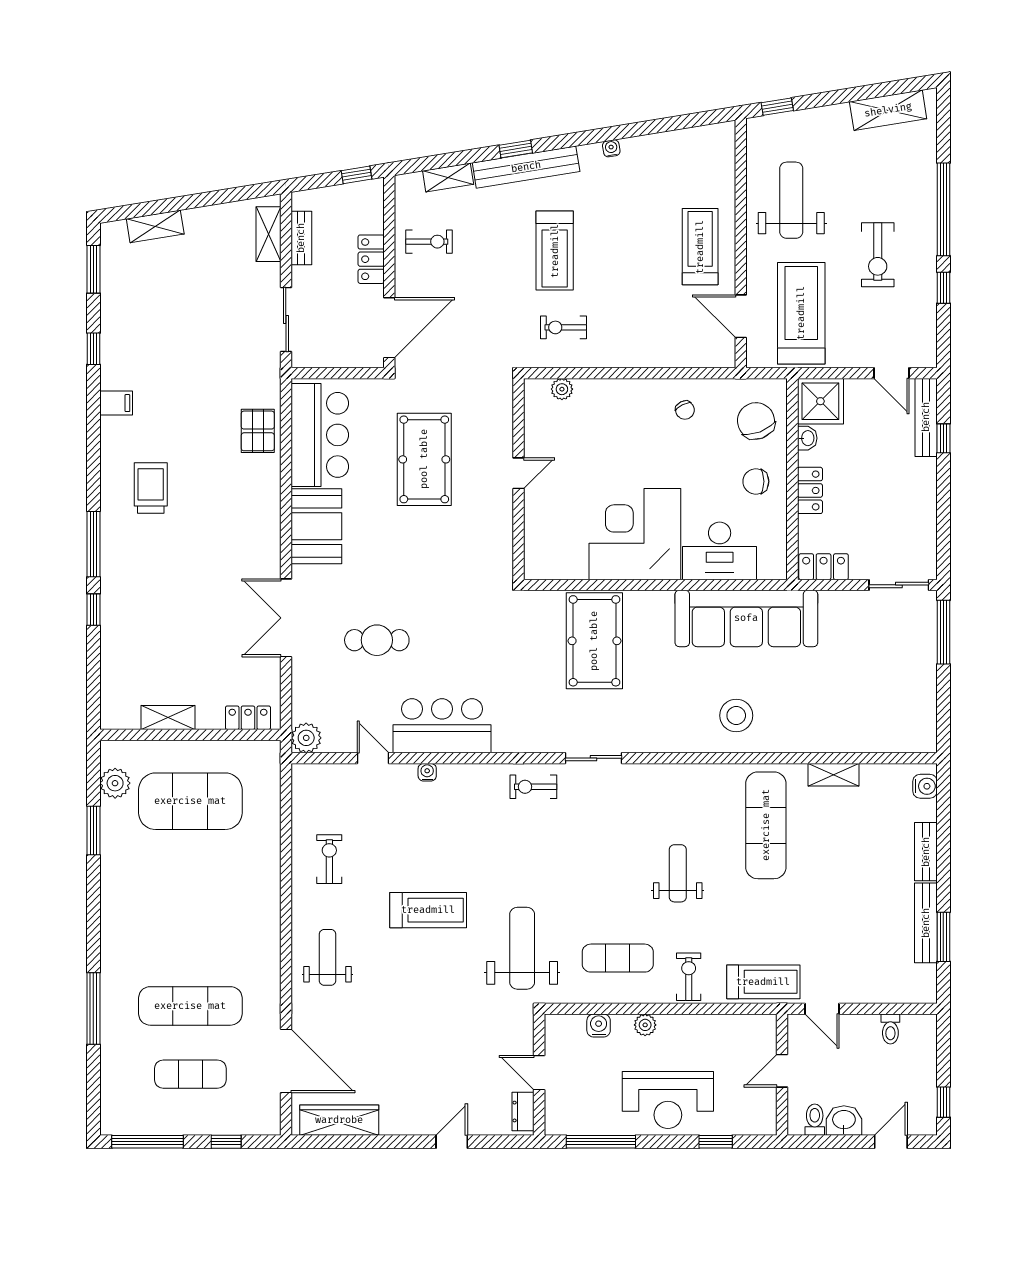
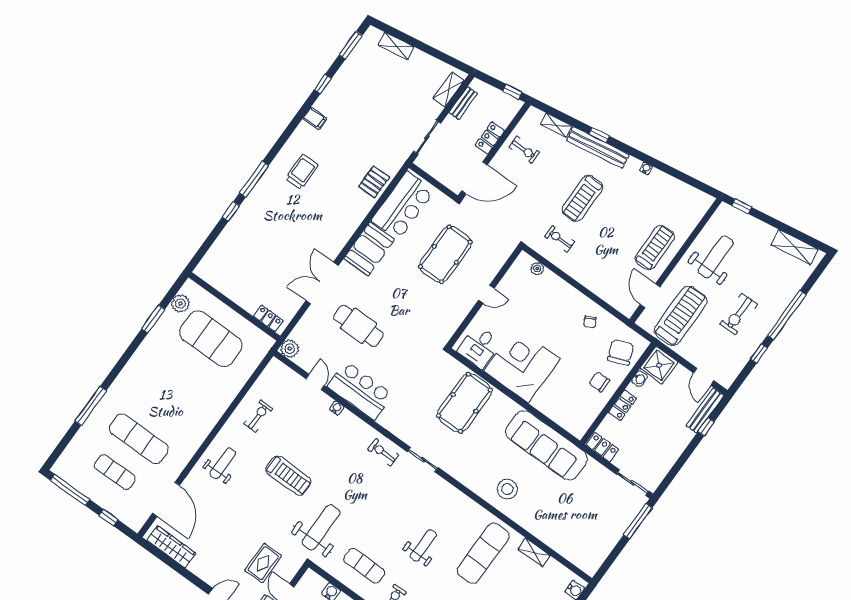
desk: (720, 551) -> (479, 347), moved, width x0.73
cafe table: (377, 640) -> (359, 326), width x1.37, depth x1.35
shelving: (168, 718) -> (229, 290), removed
rug: (479, 1053) -> (263, 563), added

